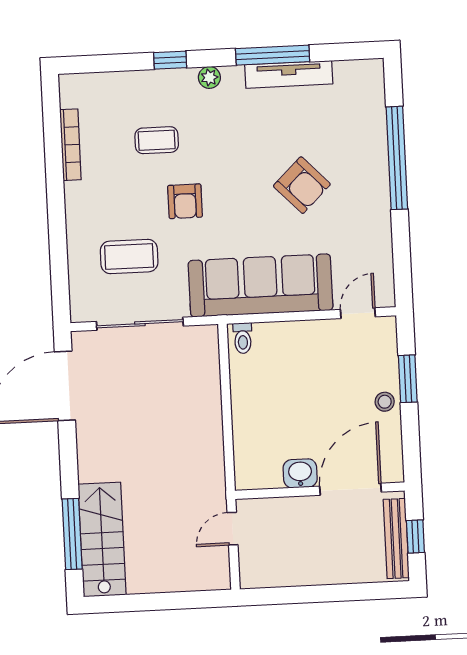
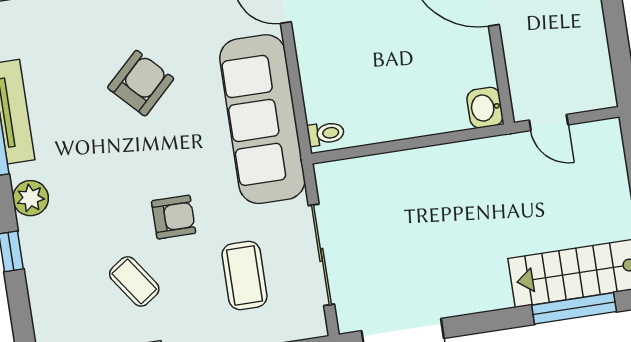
plant: (209, 77) -> (31, 198), width x1.38, depth x1.38
coffee table: (157, 140) -> (134, 281), moved, turned -35
washbasin: (300, 473) -> (485, 108), moved

